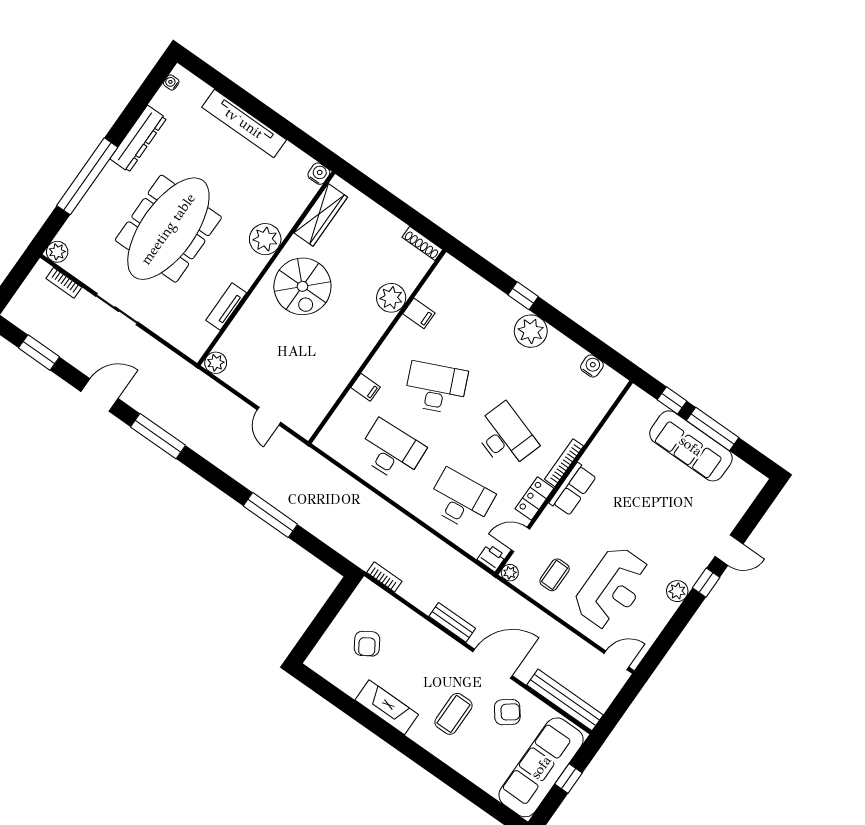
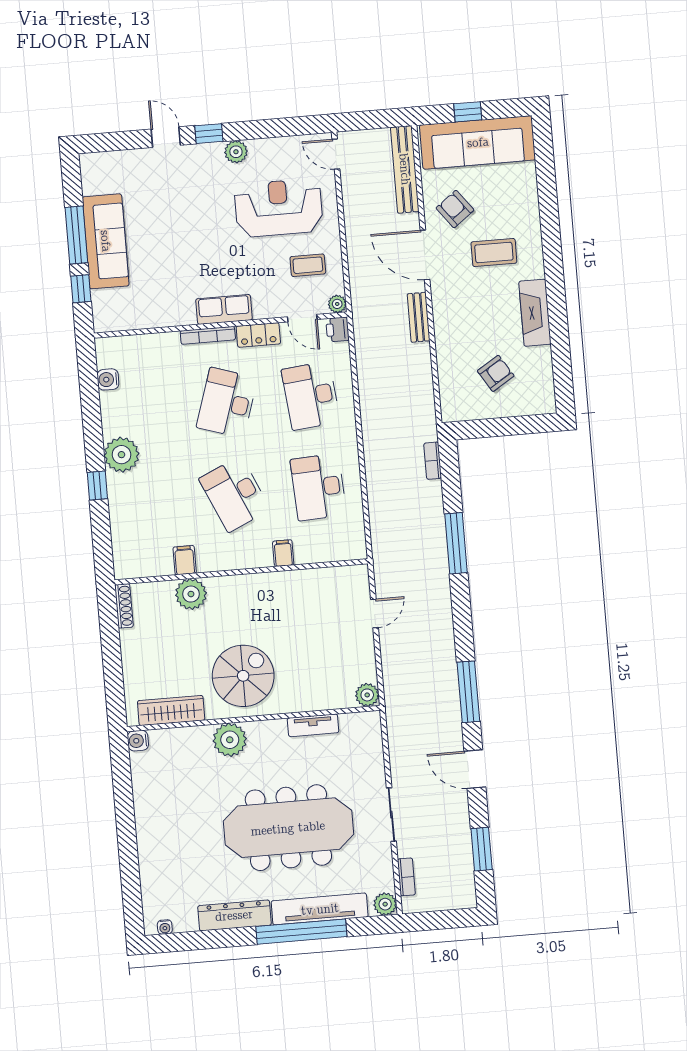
tv unit: (244, 123) -> (320, 909), moved, turned -90
bookcase: (384, 577) -> (433, 461), moved

